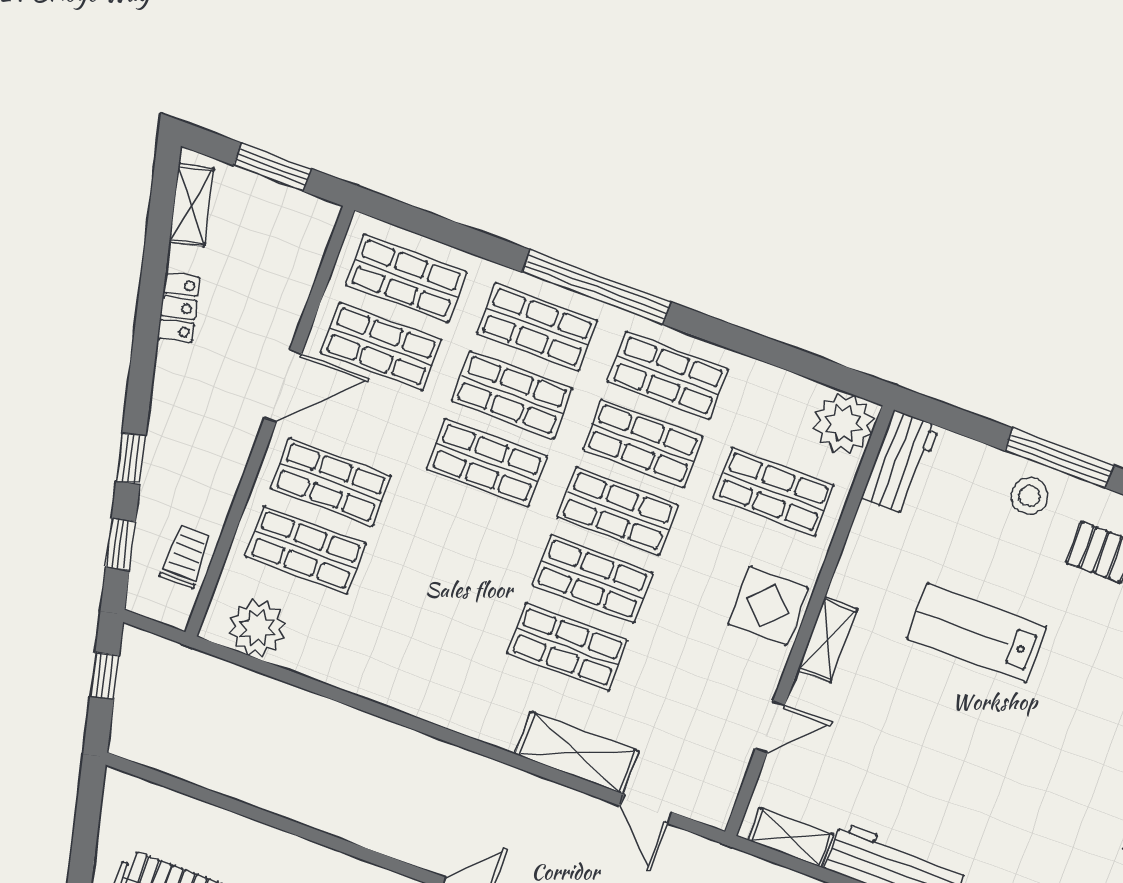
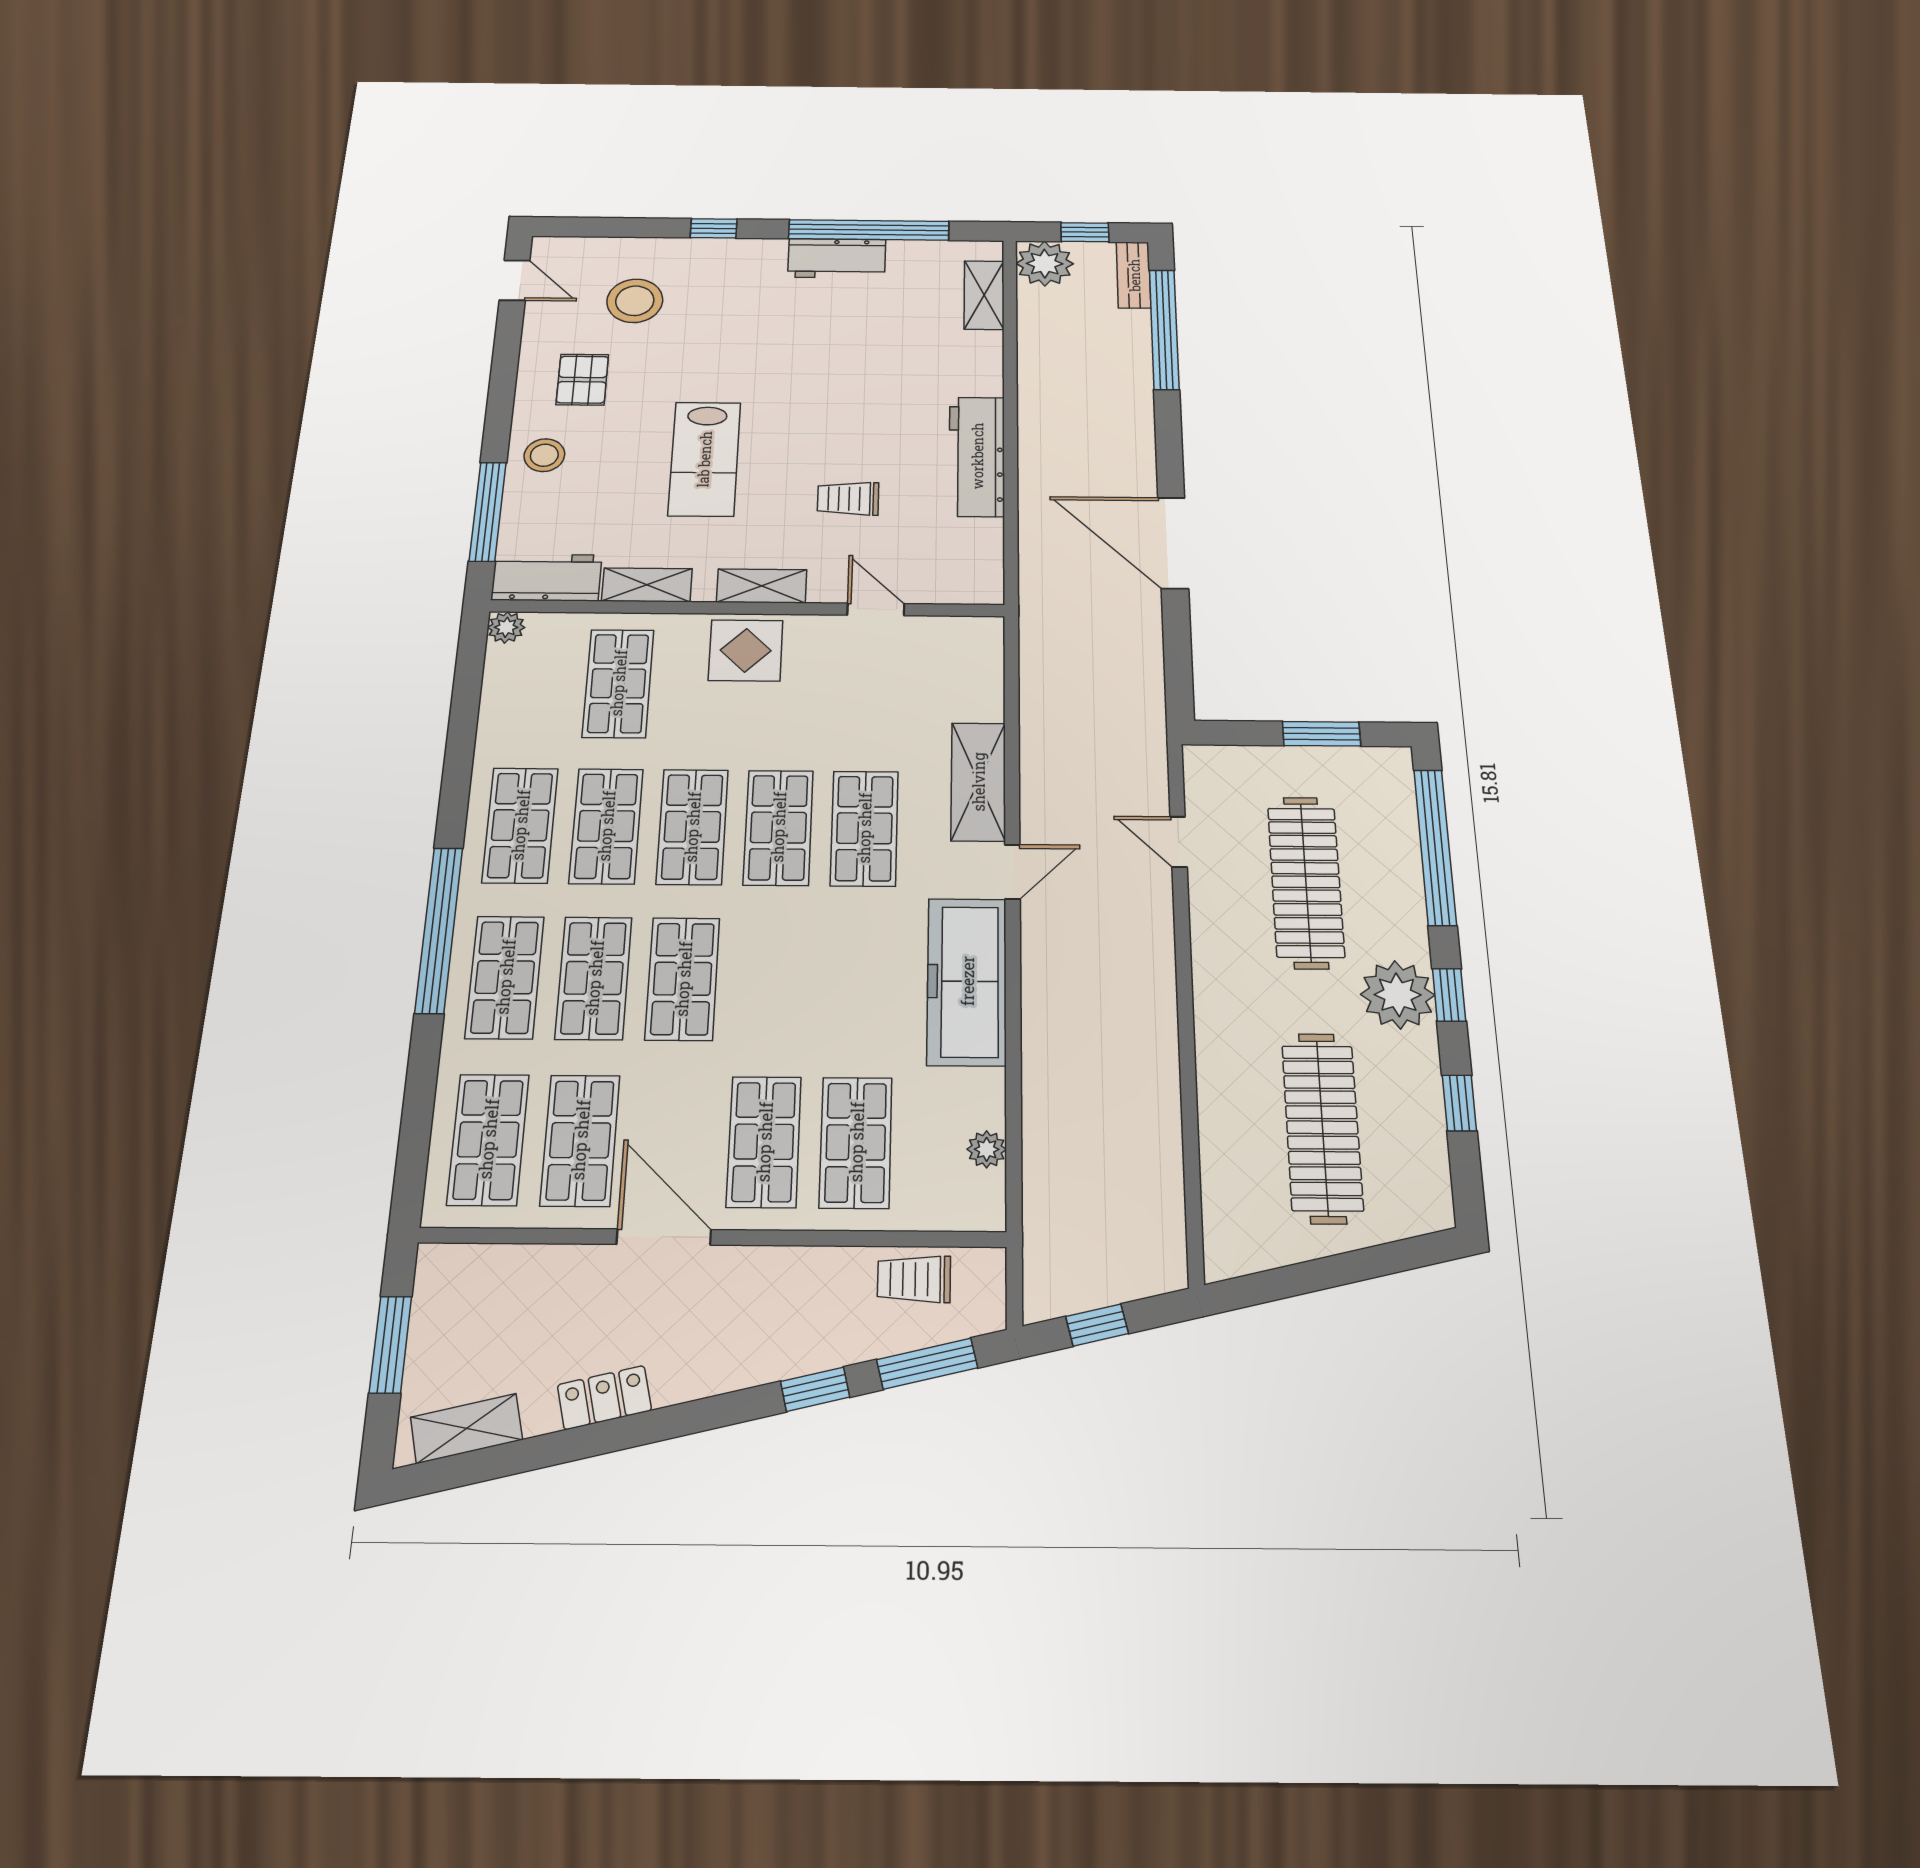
plant: (843, 424) -> (506, 627), width x0.53, depth x0.53
window: (1059, 458) -> (488, 512), moved
window: (121, 544) -> (927, 1364), width x1.50
plant: (257, 628) -> (987, 1149), width x0.53, depth x0.53
freezer: (406, 680) -> (967, 981), added
trolley: (891, 742) -> (848, 499), added
door: (646, 809) -> (1012, 872), moved
shelving: (791, 837) -> (647, 585), moved, turned 90

